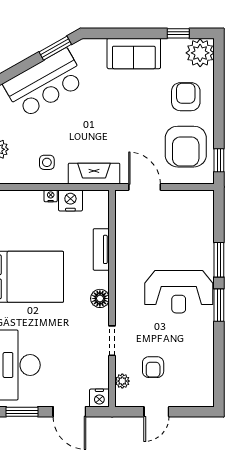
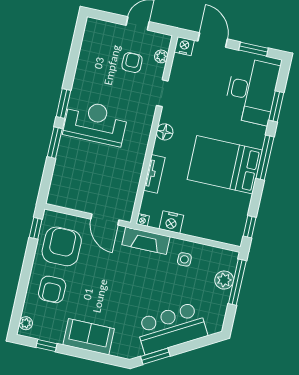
plant: (200, 53) -> (26, 323), width x0.53, depth x0.53
nightstand: (51, 196) -> (143, 220), moved

